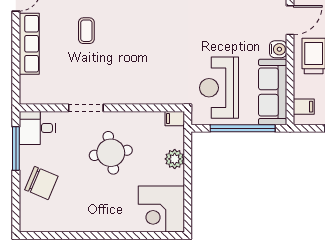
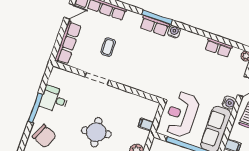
doorway: (86, 108) -> (97, 78), moved
wall: (102, 108) -> (107, 82), moved

